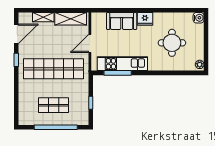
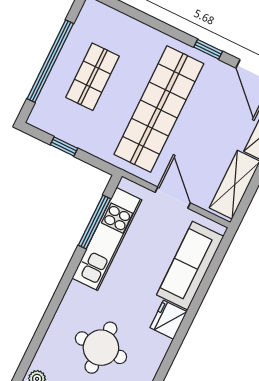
sofa: (122, 21) -> (190, 266), width x1.36

